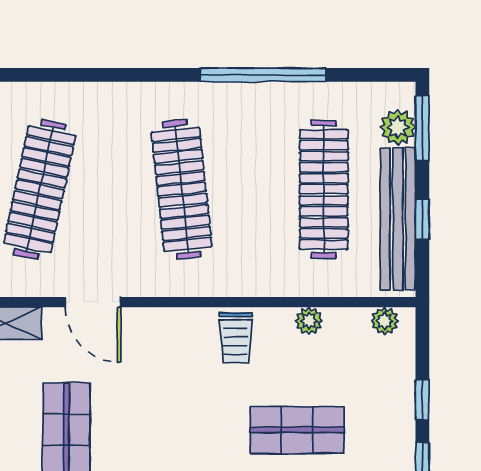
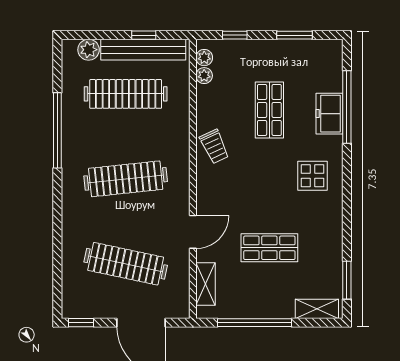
window: (422, 128) -> (89, 35), removed
plant: (309, 321) -> (204, 76), moved
trolley: (236, 338) -> (214, 147), turned 65
window: (422, 400) -> (235, 35), moved

